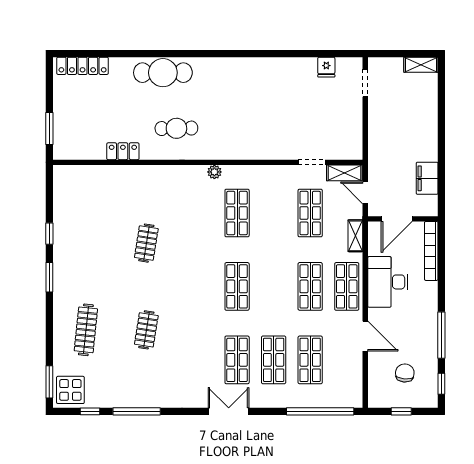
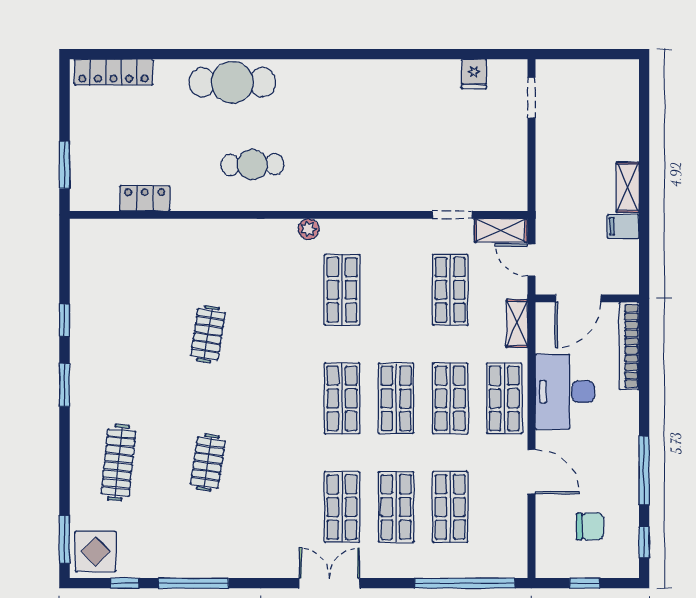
shelving: (421, 65) -> (628, 187), moved, turned 90
locker: (123, 151) -> (145, 198), moved
filing cabinet: (427, 178) -> (623, 226), width x0.50
shop shelf: (274, 286) -> (396, 398), added
chair: (405, 373) -> (590, 526), turned 85

